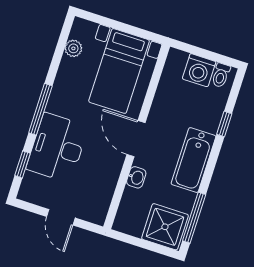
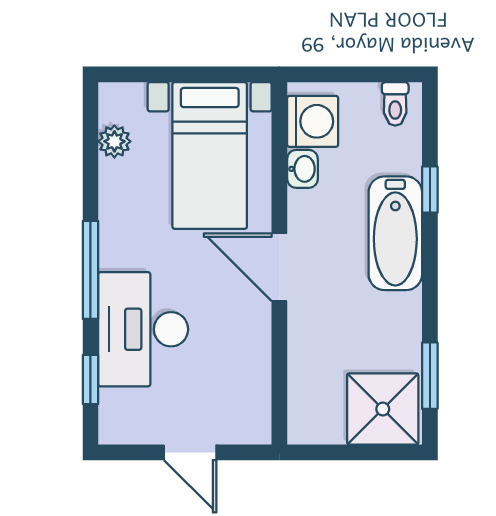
washing machine: (199, 70) -> (313, 121), moved, turned -90
bathtub: (193, 160) -> (395, 233), moved
washbasin: (136, 177) -> (302, 169), moved
window: (194, 218) -> (430, 376), width x0.69

